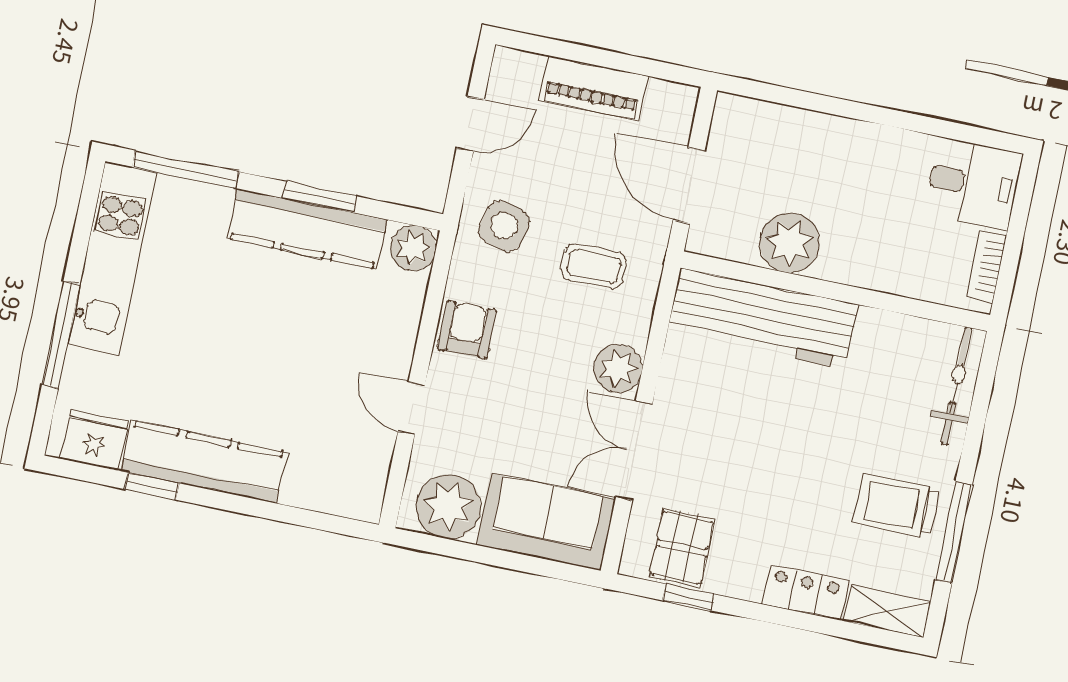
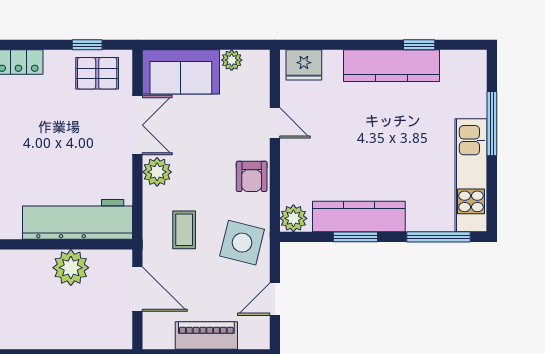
side table: (504, 226) -> (242, 243), width x1.37, depth x1.37
coffee table: (594, 266) -> (184, 230), turned 90
fridge: (94, 440) -> (304, 65), moved
plant: (448, 506) -> (232, 60), width x0.53, depth x0.53
pallet: (682, 548) -> (97, 73), turned 90

